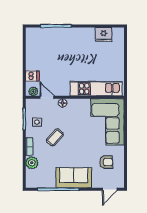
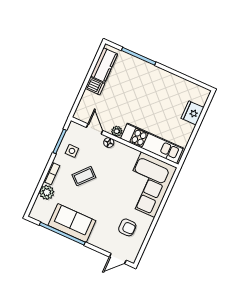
fridge: (104, 34) -> (192, 113), moved, turned 90
kitchen counter: (32, 45) -> (104, 65), added
dishwasher: (32, 76) -> (95, 86), moved
plant: (33, 91) -> (117, 131), moved
sofa: (74, 178) -> (72, 223), moved

